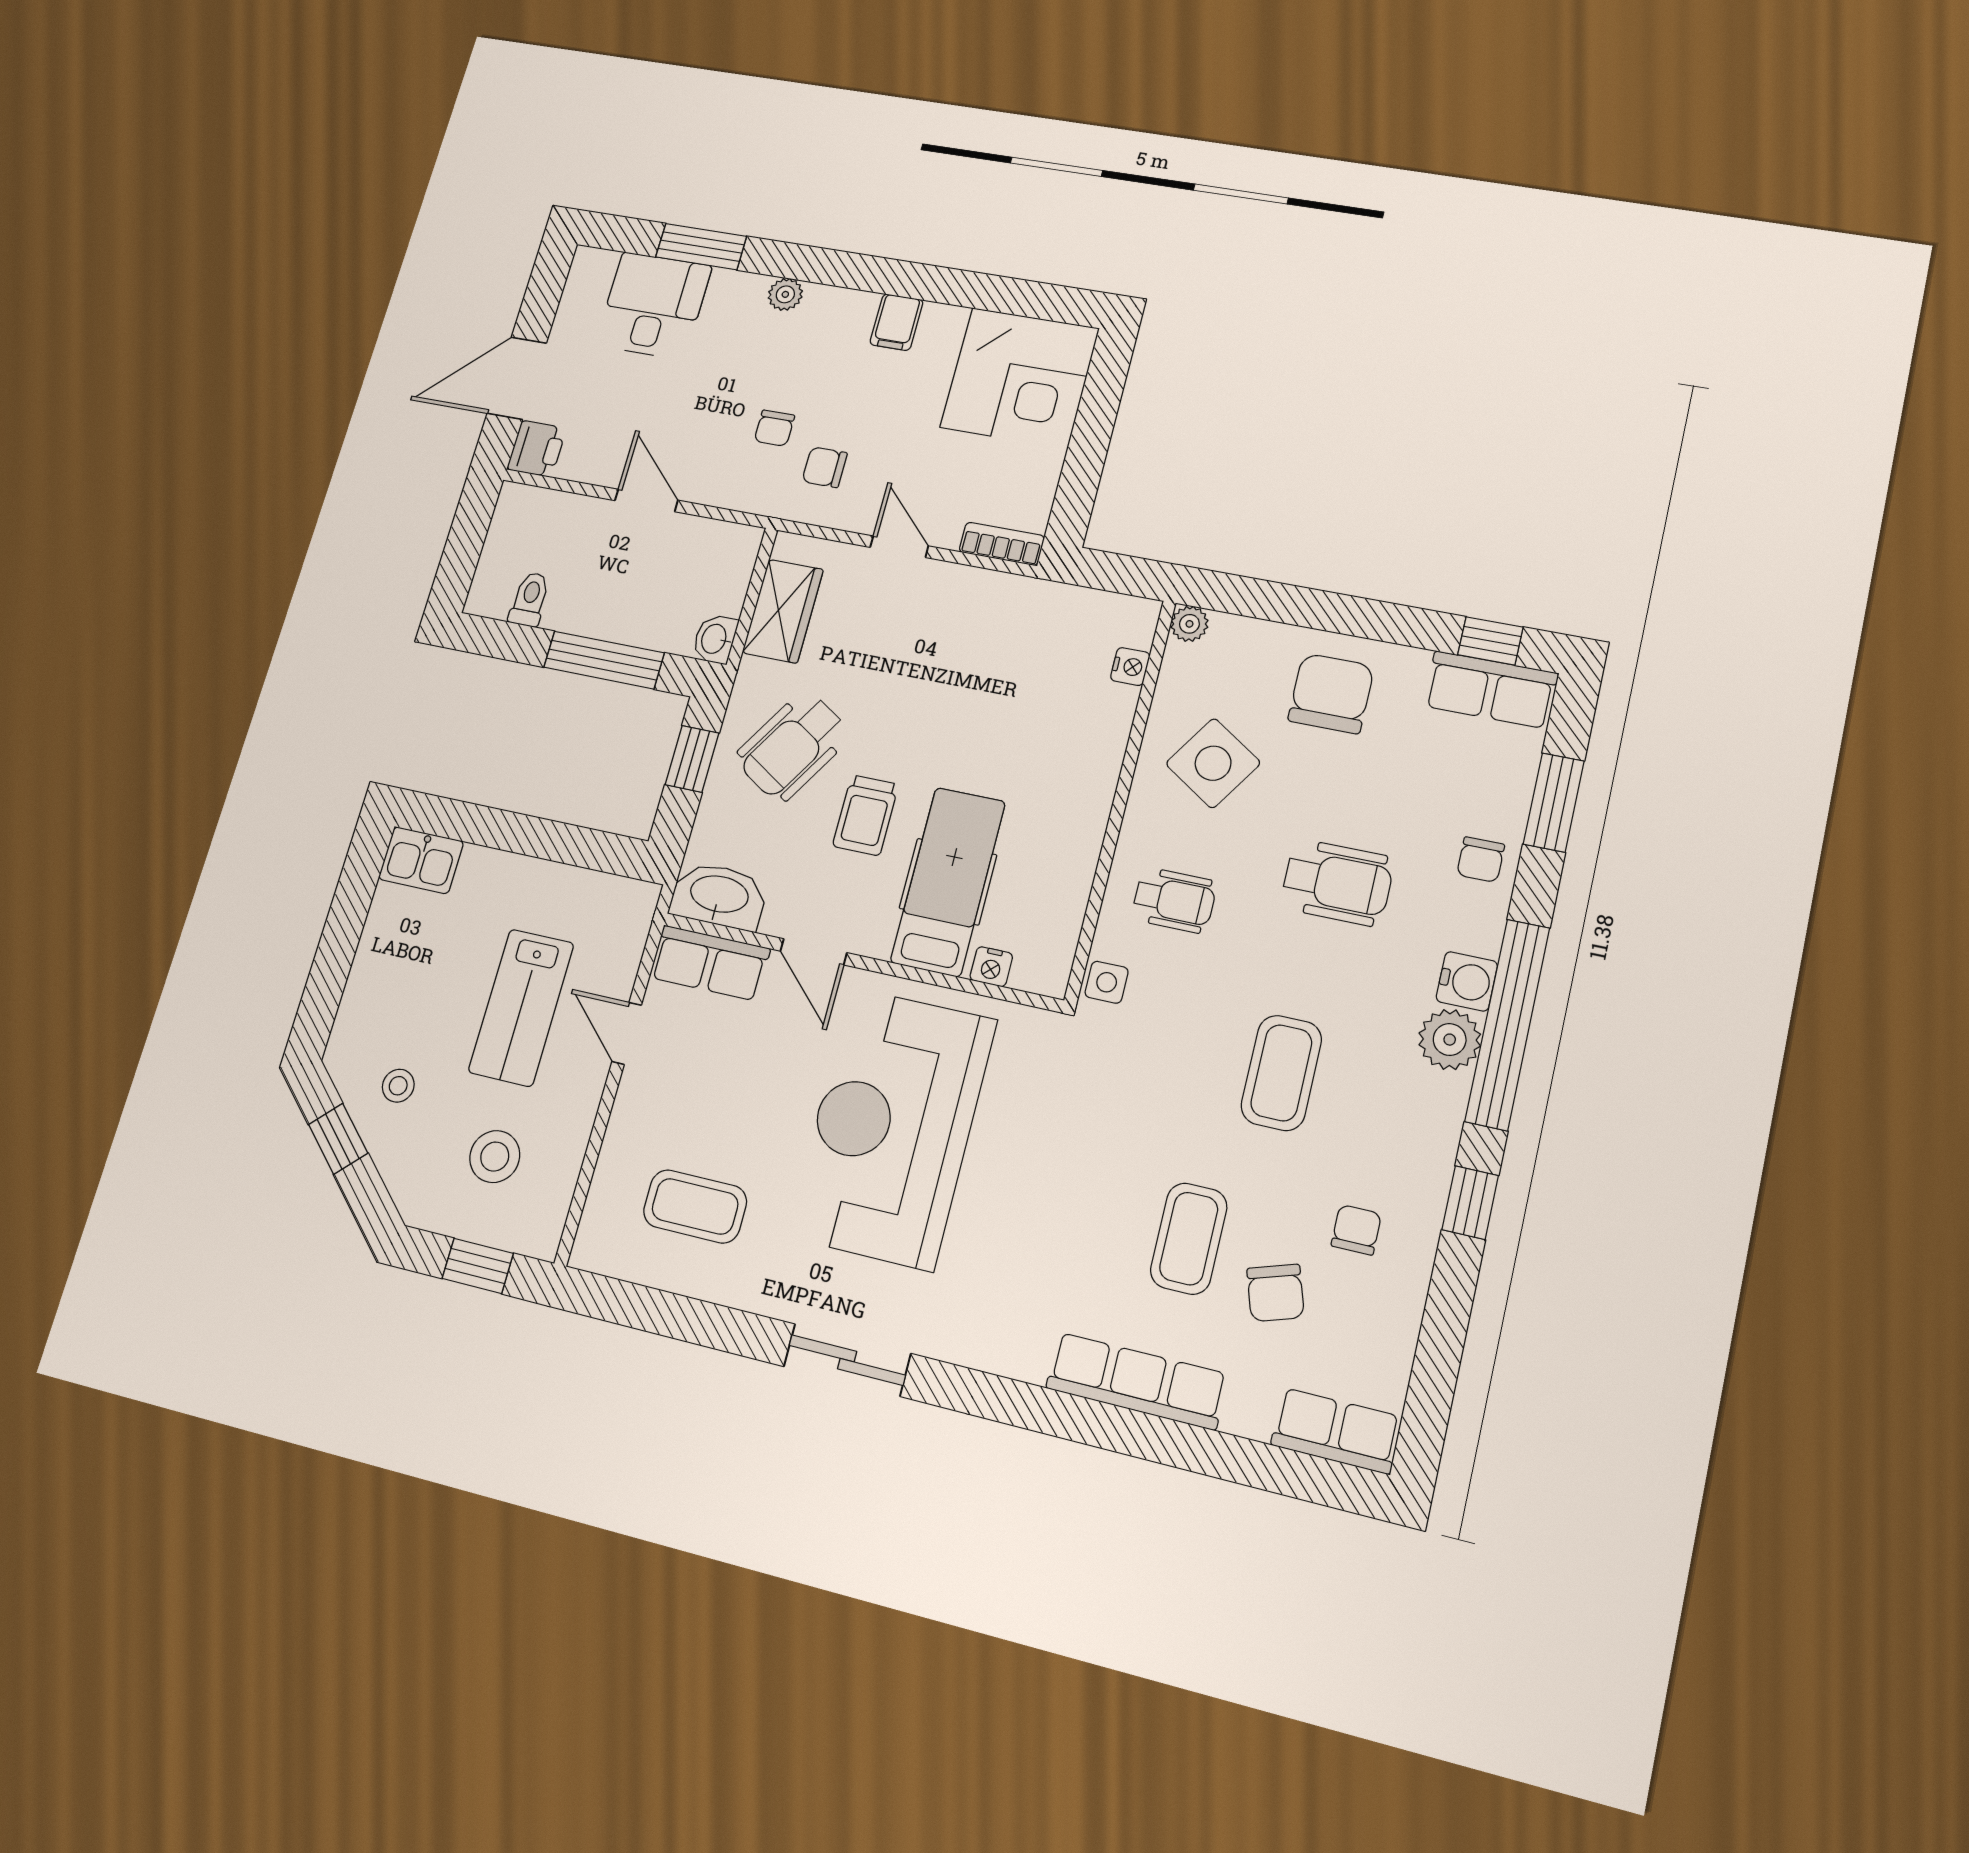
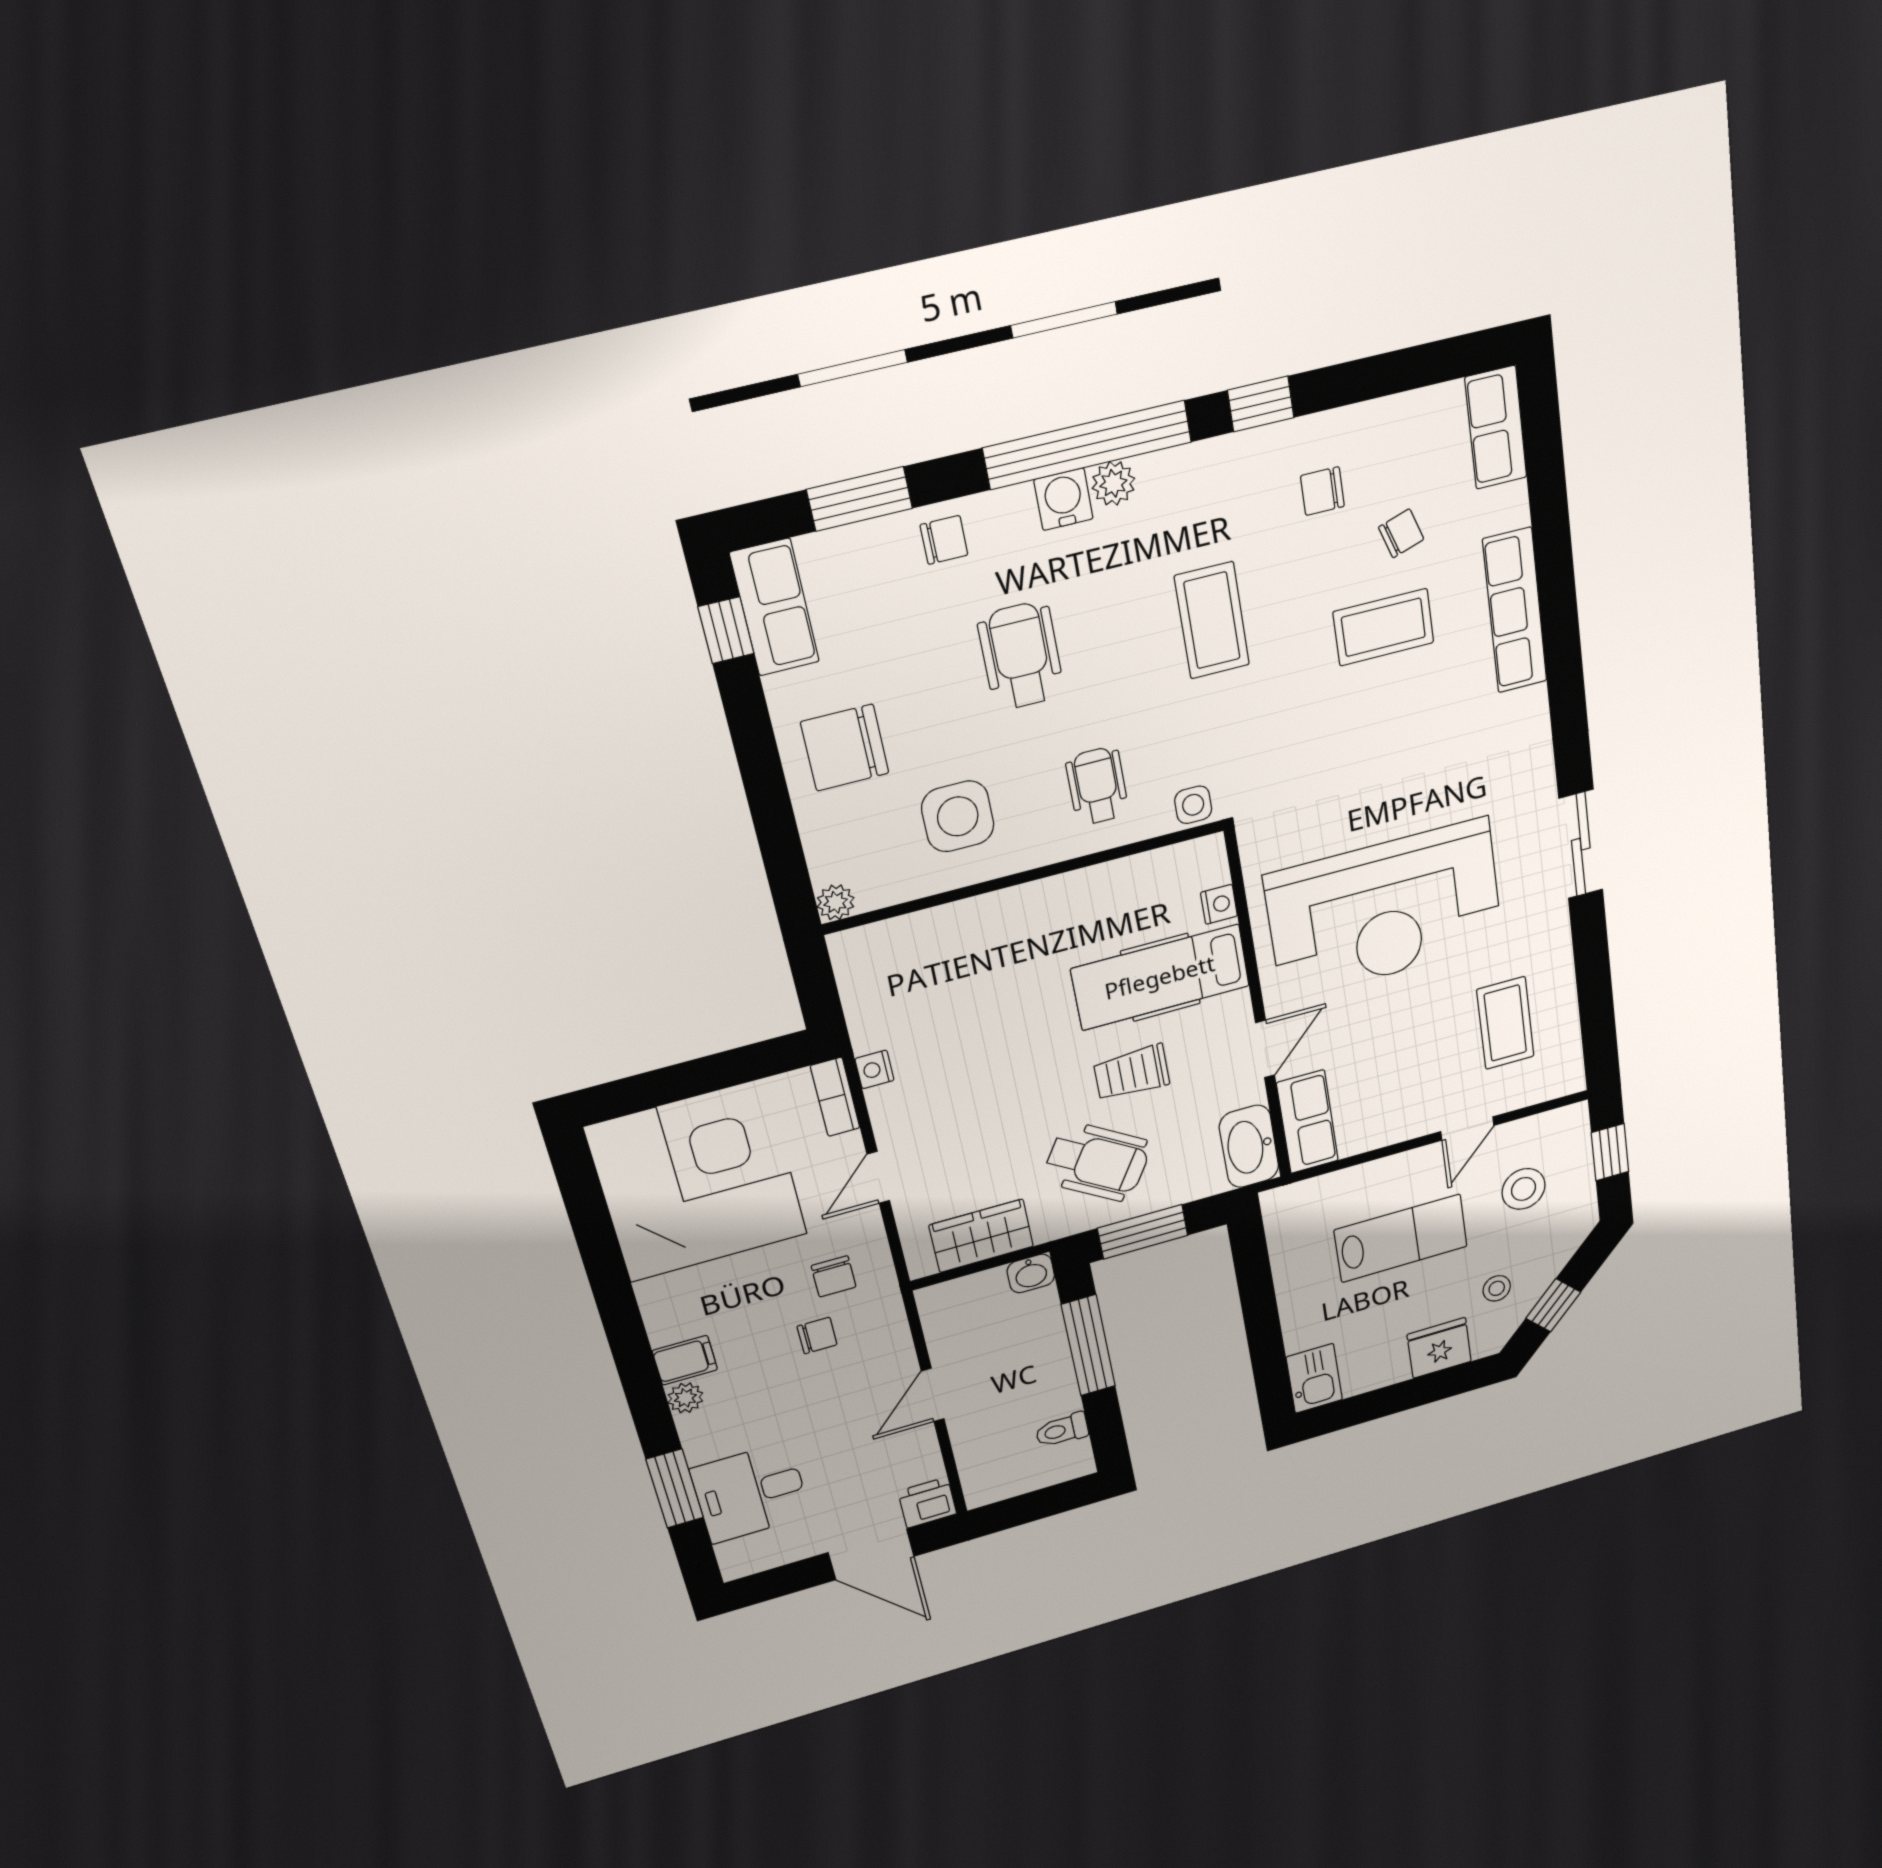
filing cabinet: (896, 322) -> (685, 1360), moved
corner desk: (1020, 378) -> (697, 1181), width x1.36, depth x1.36
nightstand: (1130, 667) -> (875, 1069), moved, turned -90
window: (692, 759) -> (1143, 1232), width x1.50
side table: (1213, 763) -> (958, 816), turned -33
trolley: (866, 815) -> (1132, 1073), turned 180
fridge: (369, 1000) -> (1439, 1348), added
door: (627, 1033) -> (1467, 1129), moved
plant: (1450, 1040) -> (1113, 483), width x0.73, depth x0.73
coffee table: (1281, 1073) -> (1212, 620), turned 90
chair: (1275, 1293) -> (1401, 533), width x0.73, depth x0.73

